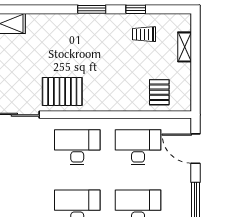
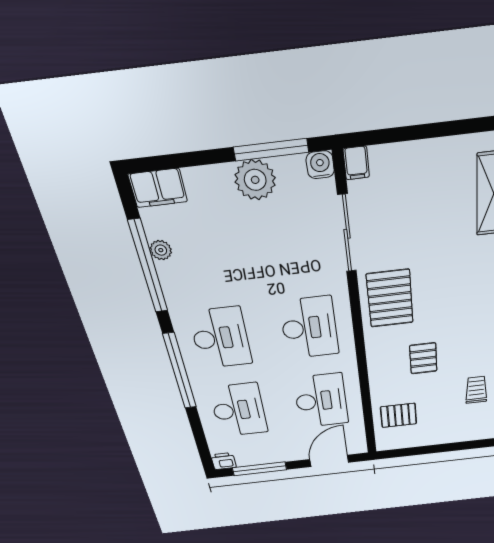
shelving: (185, 47) -> (460, 435), removed
pallet: (112, 72) -> (423, 358), added

